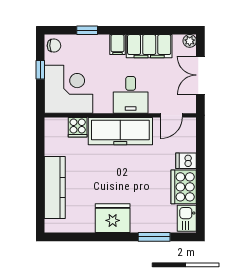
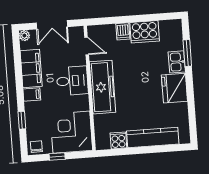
cooker: (78, 127) -> (118, 140), moved, turned -90
kitchen sink: (187, 218) -> (177, 62), moved, turned 90

